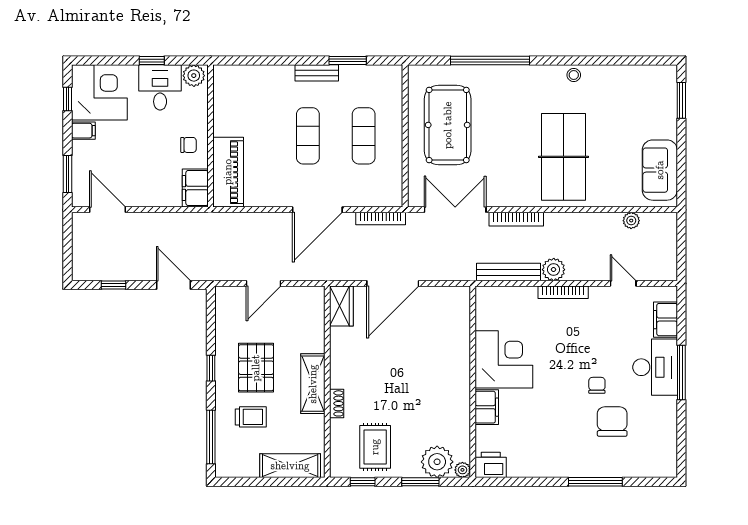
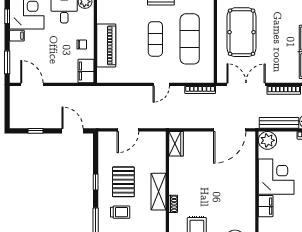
exercise mat: (364, 136) -> (190, 39), width x1.36, depth x1.45
piano: (228, 172) -> (106, 45), moved
door: (317, 210) -> (161, 84), width x0.53
door: (393, 283) -> (230, 130), moved
plant: (490, 301) -> (267, 140), added

